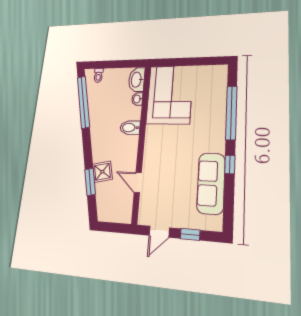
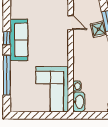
bidet: (130, 128) -> (80, 63), removed
sofa: (211, 183) -> (19, 40), moved

